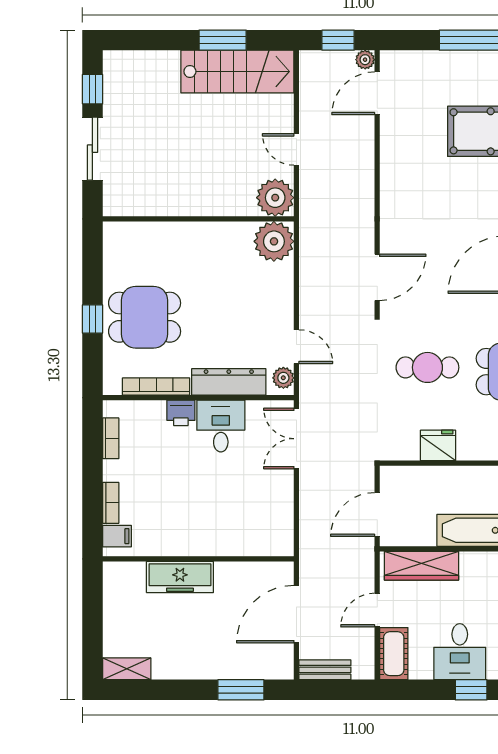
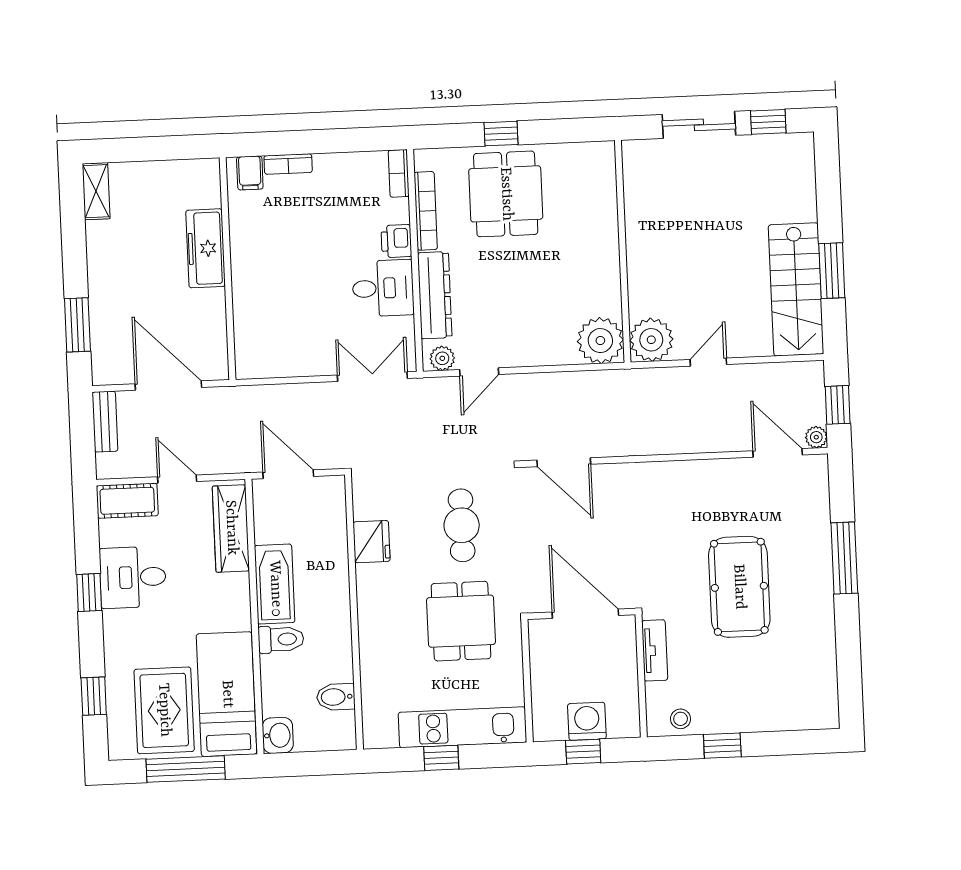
bookcase: (111, 438) -> (399, 173), moved, turned 90

